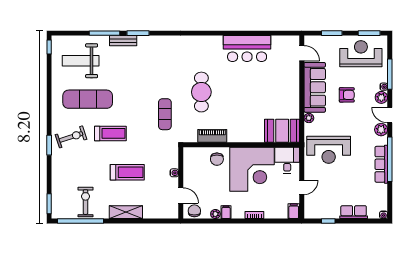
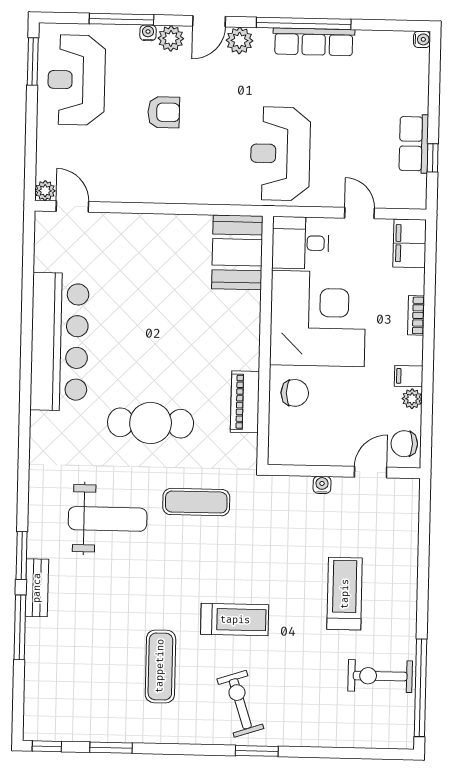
window: (332, 33) -> (31, 142), removed
bar counter: (247, 49) -> (60, 342), width x1.36
door: (302, 53) -> (72, 207), hinge flipped
weight bench: (81, 61) -> (108, 519), moved, turned -90
sofa: (315, 87) -> (146, 180), removed
armchair: (347, 95) -> (164, 112), turned 90
exercise mat: (88, 99) -> (160, 666), width x0.73, depth x0.69
plant: (309, 118) -> (45, 191), moved
treadmill: (110, 133) -> (235, 620), turned 90
reception desk: (329, 150) -> (280, 154), turned 180
treadmill: (127, 172) -> (345, 594), moved
window: (49, 204) -> (111, 748), moved
filing cabinet: (294, 211) -> (410, 243), width x2.00
shelving: (126, 212) -> (404, 590), removed
row of seats: (354, 212) -> (414, 144), moved

